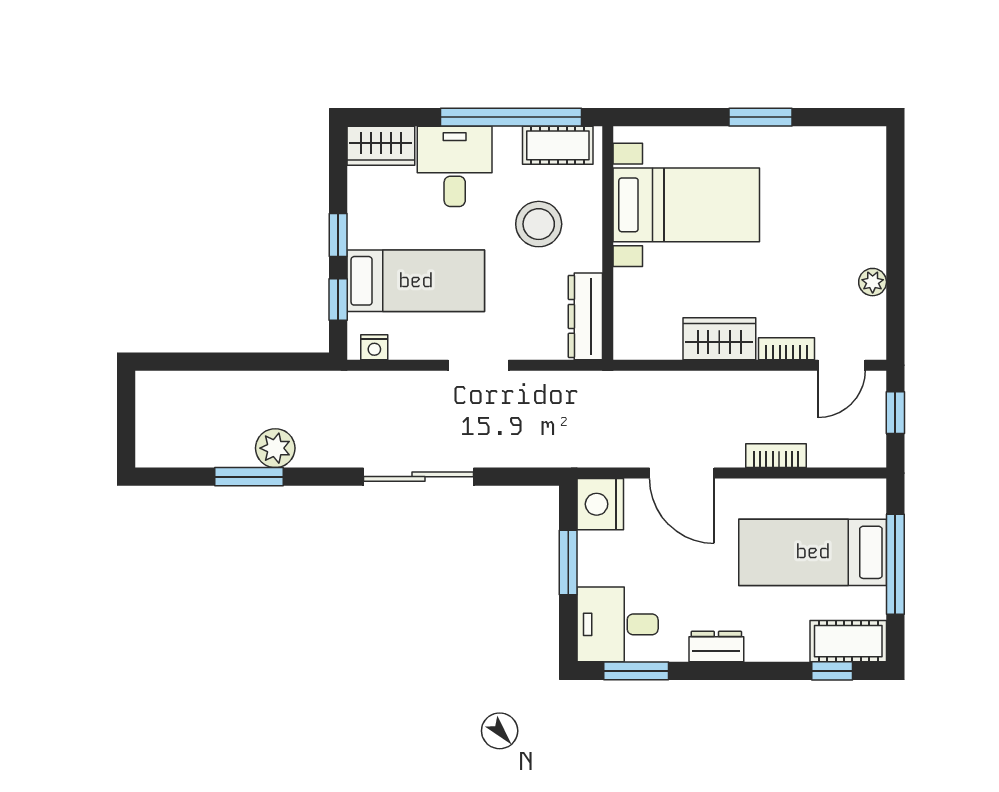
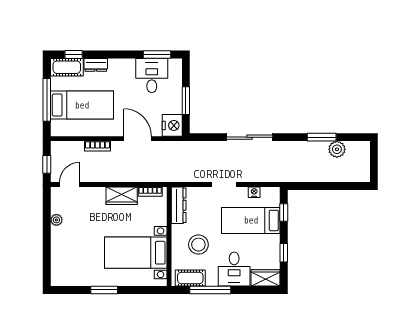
window: (511, 117) -> (210, 290), width x0.68
window: (338, 235) -> (284, 253), moved
nightstand: (374, 347) -> (254, 192), moved
bookcase: (786, 349) -> (150, 192), moved
plant: (275, 448) -> (337, 149), moved
desk: (618, 624) -> (152, 76), moved, turned -90
dresser: (716, 647) -> (96, 65), moved

